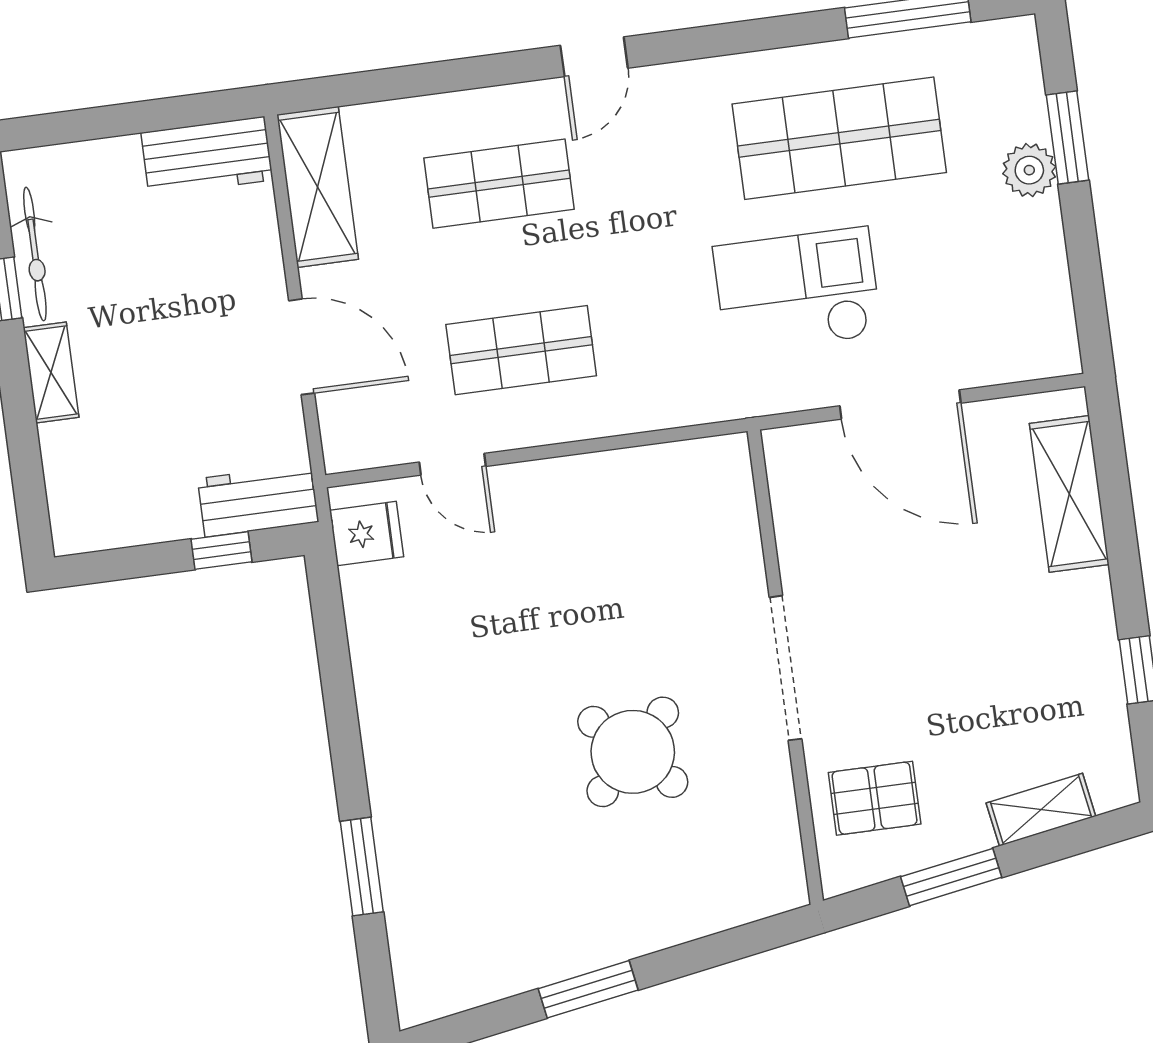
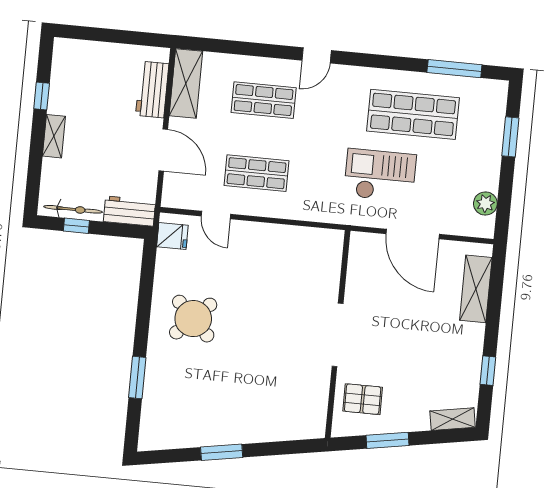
workbench: (207, 156) -> (152, 90), moved, turned 90
plant: (1029, 170) -> (485, 203), moved
bicycle: (35, 254) -> (73, 209), moved, turned -90
window: (222, 550) -> (76, 226), moved
round table: (633, 752) -> (193, 319), moved
shelving: (1041, 810) -> (453, 419), moved

